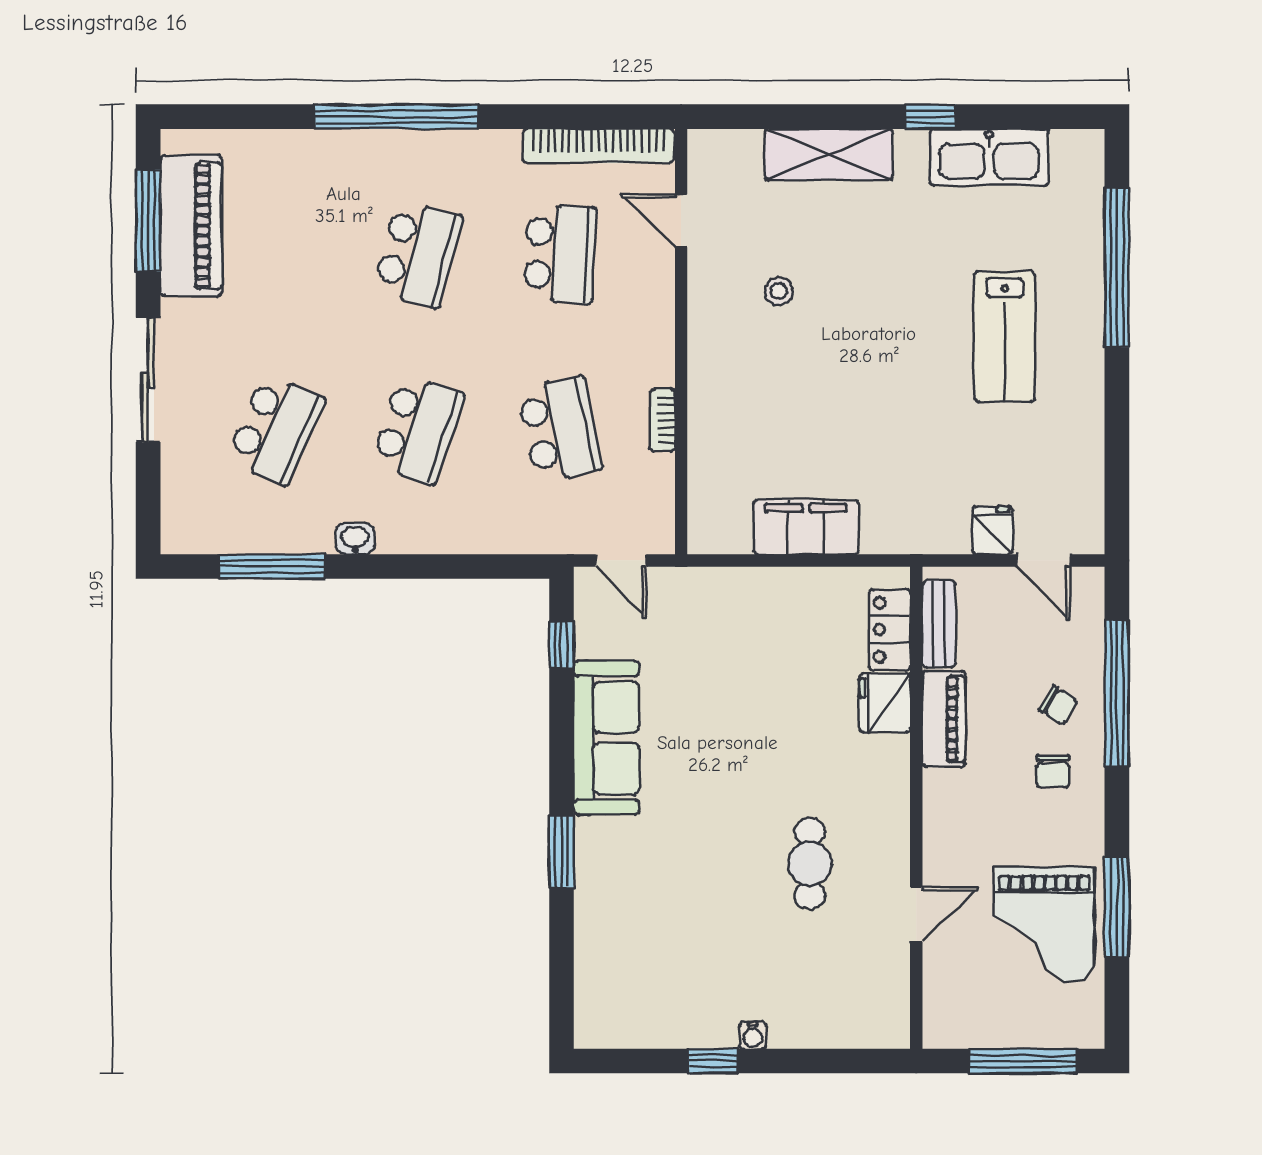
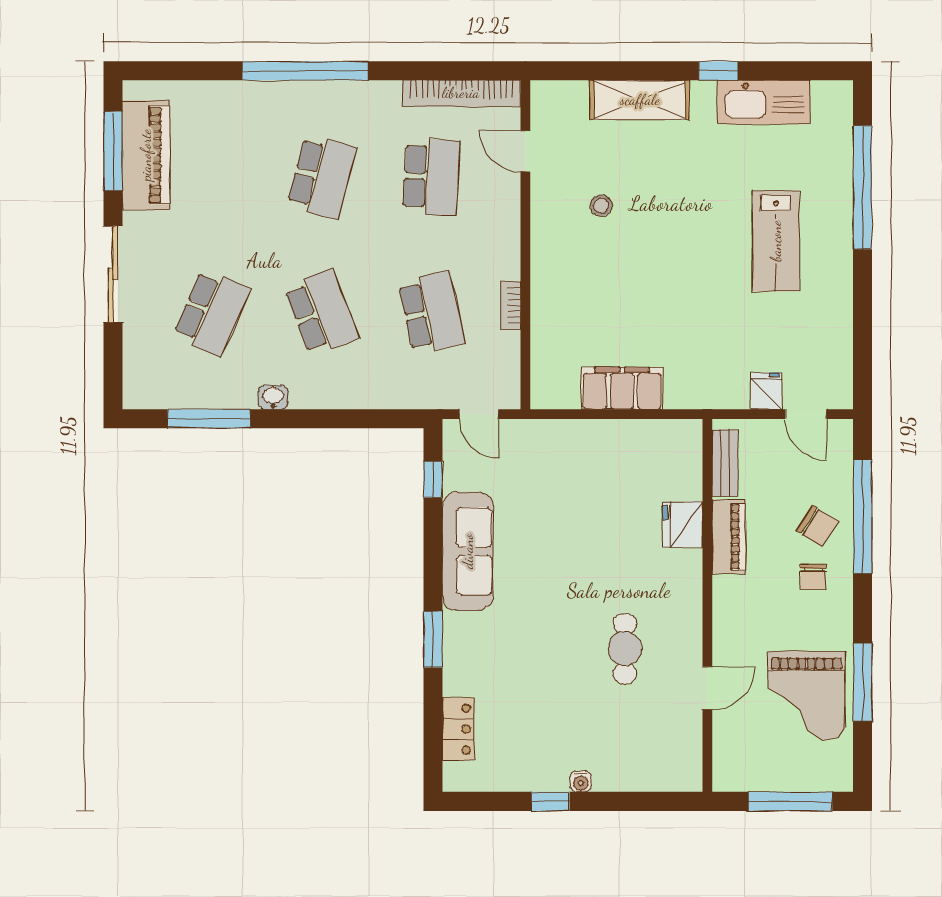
school desk: (418, 429) -> (322, 313), turned -39
locker: (890, 630) -> (458, 729), moved, turned 180
chair: (1058, 705) -> (817, 526), width x1.37, depth x1.37

